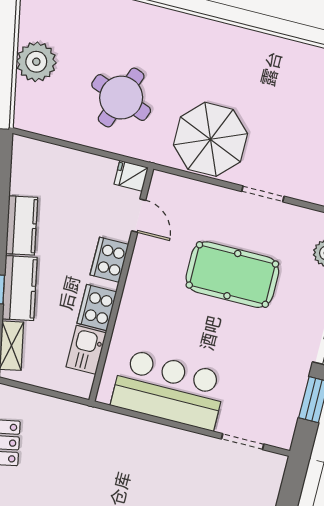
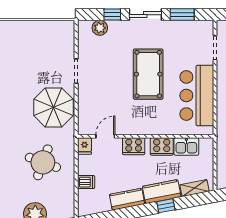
dishwasher: (69, 163) -> (86, 182), added
pool table: (232, 275) -> (148, 74), moved

